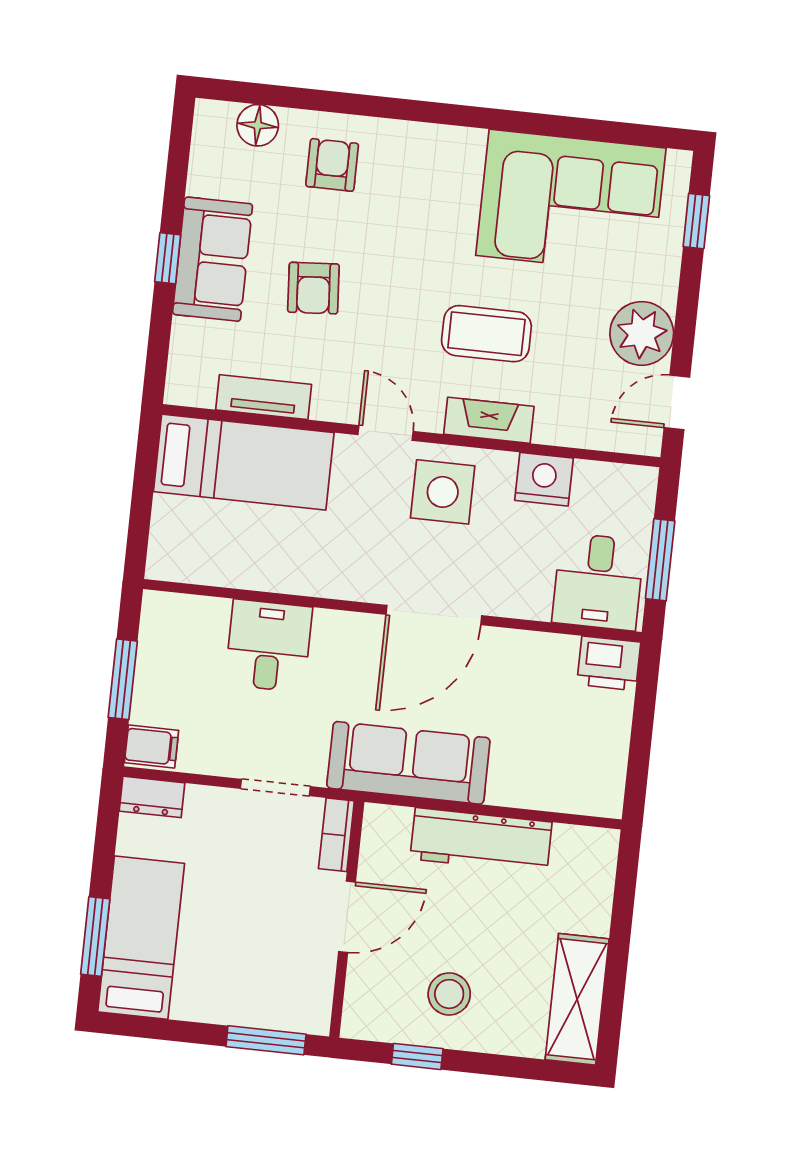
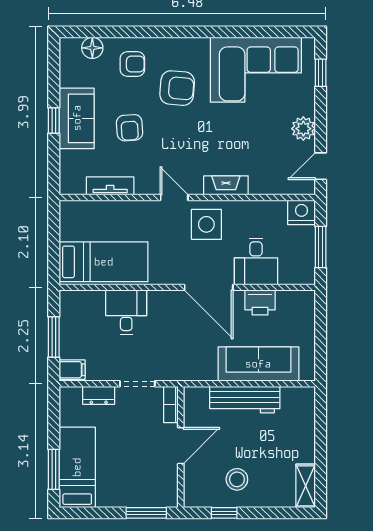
armchair: (332, 165) -> (132, 64), turned 90
armchair: (414, 221) -> (177, 88), added
plant: (642, 333) -> (303, 129), width x0.73, depth x0.73
coffee table: (486, 334) -> (220, 141), removed
bed: (244, 462) -> (104, 262), moved
nightstand: (544, 479) -> (302, 212), moved
desk: (598, 582) -> (256, 262), moved
door: (434, 615) -> (209, 287), hinge flipped
printer: (609, 663) -> (260, 302), moved
sofa: (408, 763) -> (258, 364), moved
dresser: (152, 797) -> (99, 395), moved
shelving: (577, 999) -> (306, 486), width x0.67, depth x0.75

